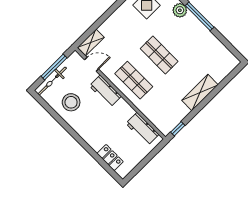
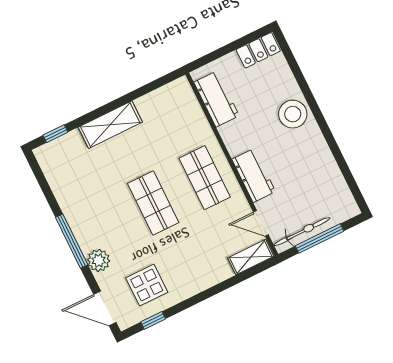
bicycle: (52, 81) -> (302, 232), moved
stool: (71, 102) -> (293, 114), moved
window: (178, 129) -> (55, 134), moved
locker: (110, 158) -> (258, 50), moved, turned -90

